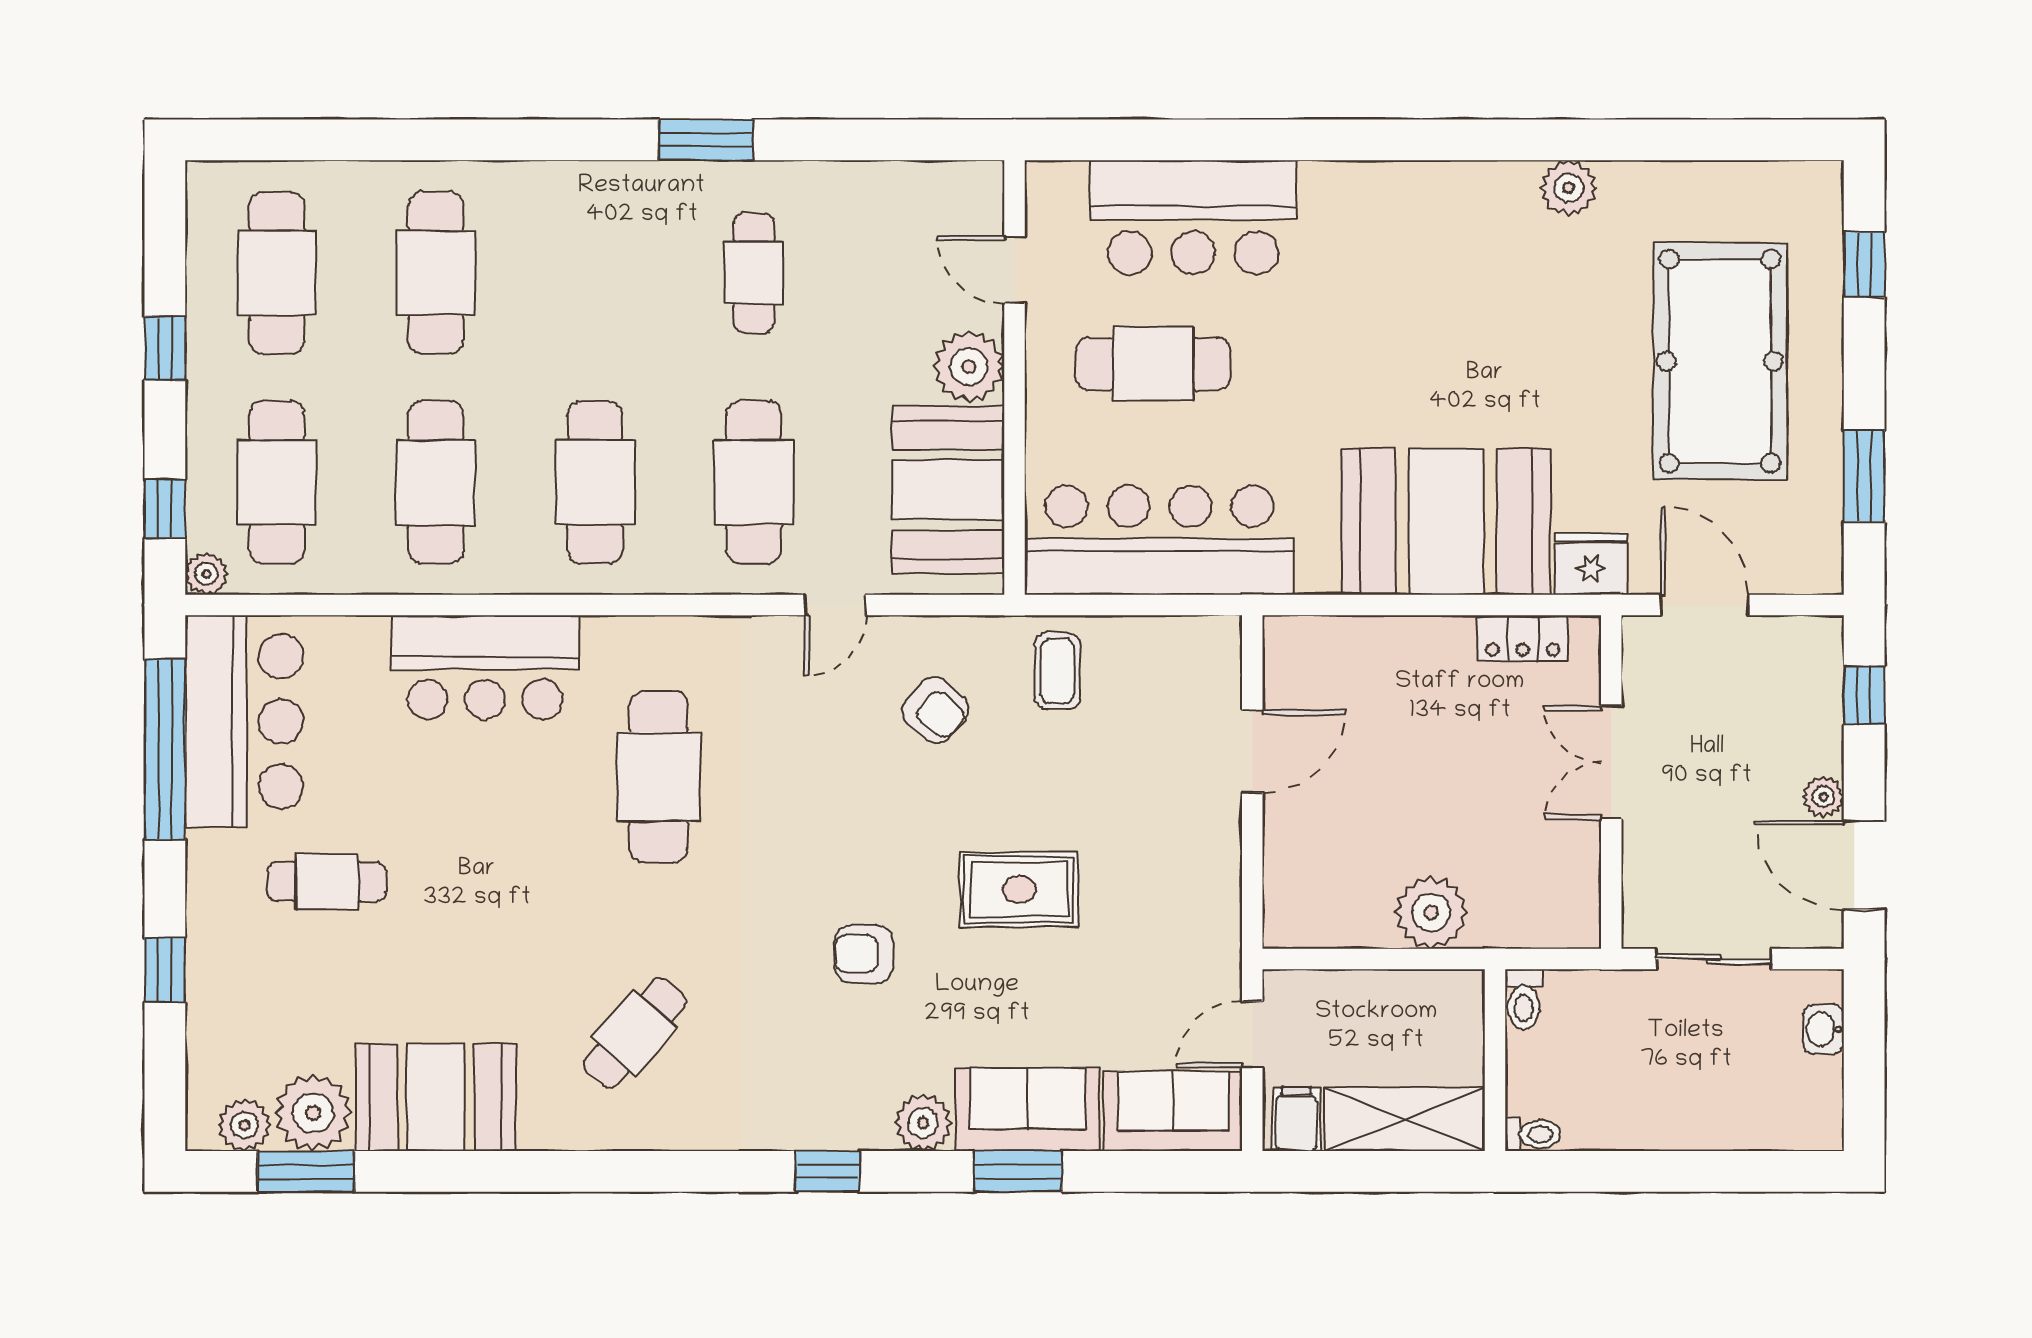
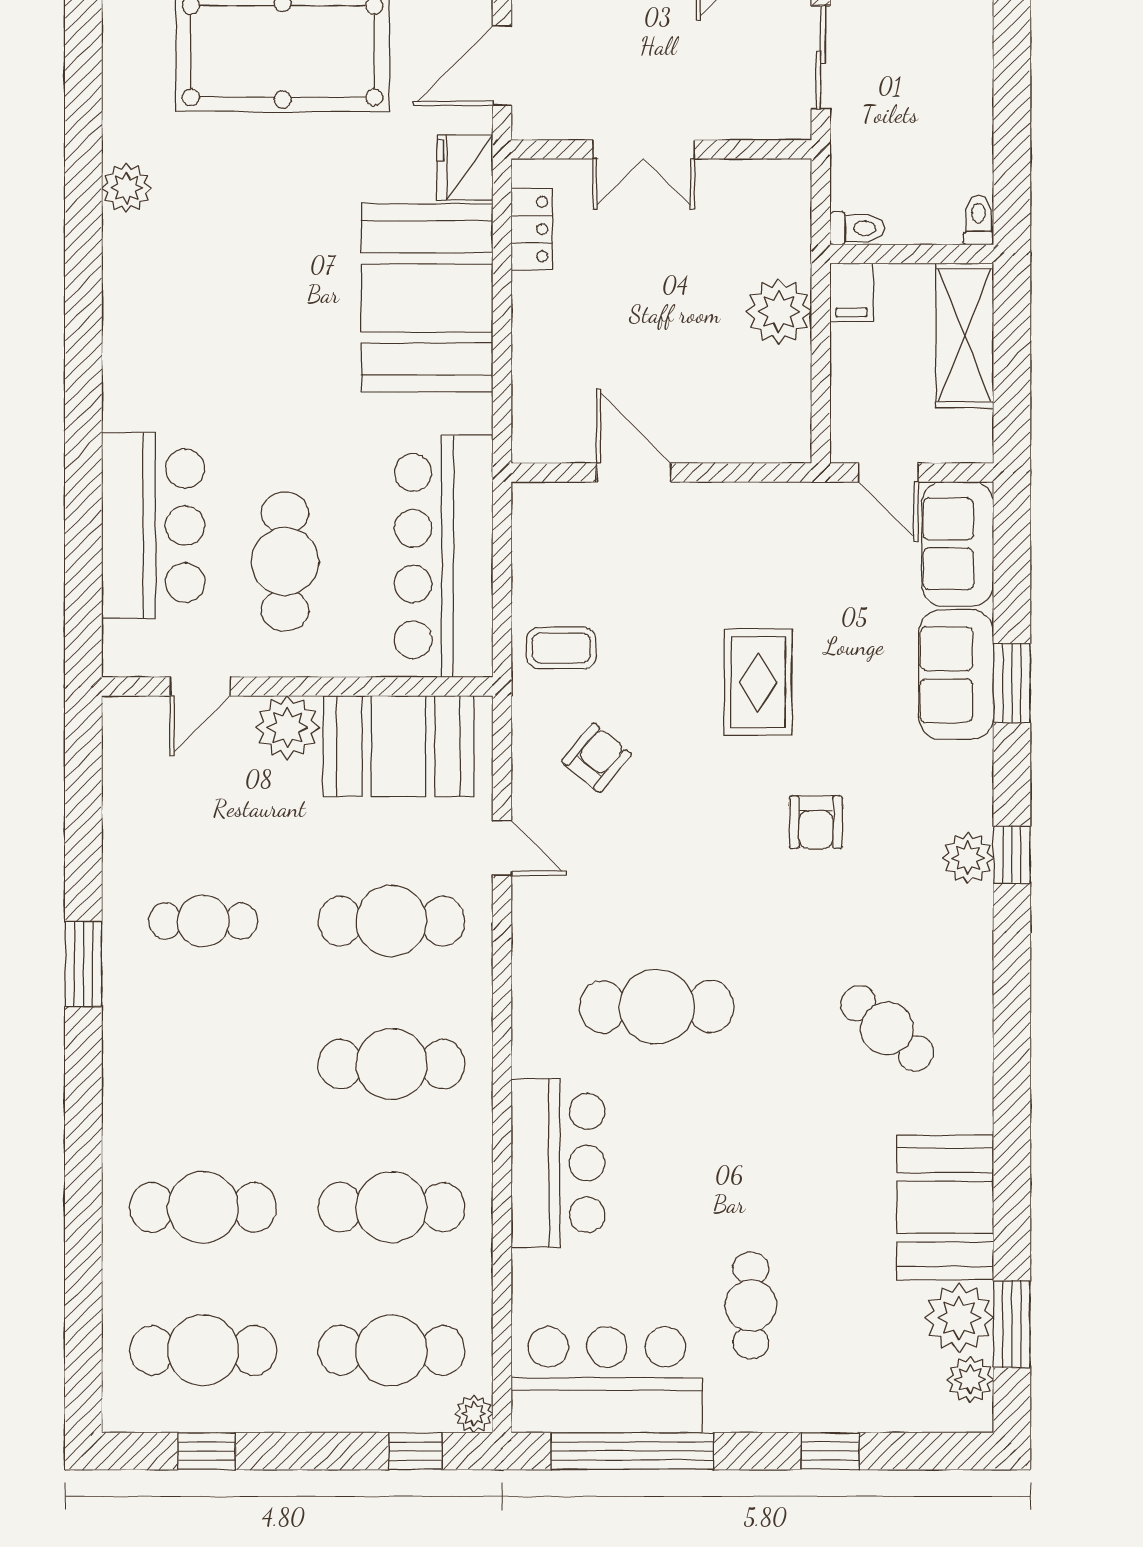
window: (165, 348) -> (207, 1451), moved
filing cabinet: (1296, 1119) -> (852, 292), moved, turned -90
plant: (923, 1123) -> (968, 858), moved

